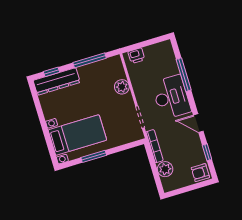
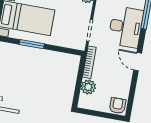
window: (207, 152) -> (132, 91), removed
armchair: (200, 173) -> (117, 106), turned 90

